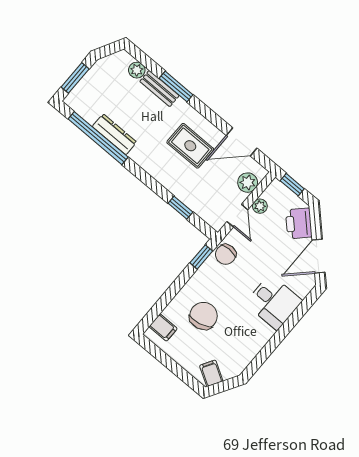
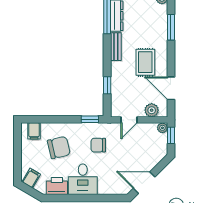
bench: (159, 89) -> (116, 47), moved
plant: (260, 206) -> (162, 128), moved
printer: (299, 223) -> (57, 186), moved, turned 45
chair: (226, 254) -> (98, 145), moved
desk: (274, 302) -> (83, 179), moved

